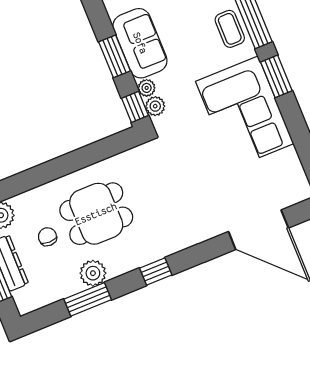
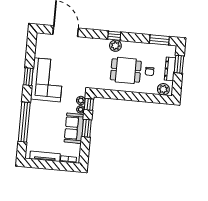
coffee table: (230, 29) -> (36, 116), removed
window: (276, 76) -> (28, 77), moved
plant: (93, 273) -> (115, 46), moved
window: (88, 299) -> (159, 40), moved

